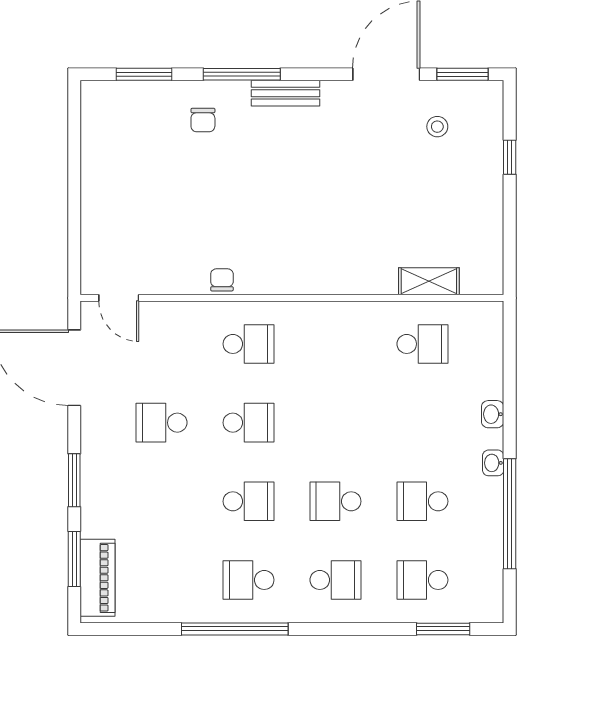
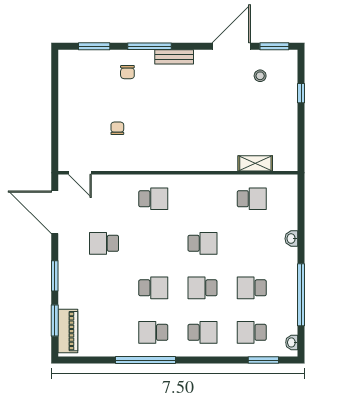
chair: (222, 280) -> (117, 128), moved
school desk: (249, 423) -> (202, 243), moved
washbasin: (493, 463) -> (292, 342), moved

